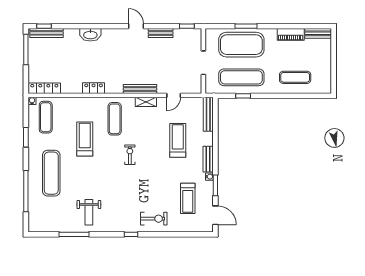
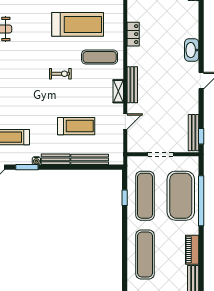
window: (246, 26) -> (201, 201), width x2.11
bench: (161, 33) -> (194, 133), moved, width x1.36
washbasin: (90, 35) -> (192, 50), moved
exercise mat: (295, 77) -> (145, 254), width x1.36, depth x1.45
door: (174, 95) -> (125, 122), swing flipped
bench: (208, 114) -> (90, 159), moved
treadmill: (85, 139) -> (78, 24), width x1.37, depth x1.38

